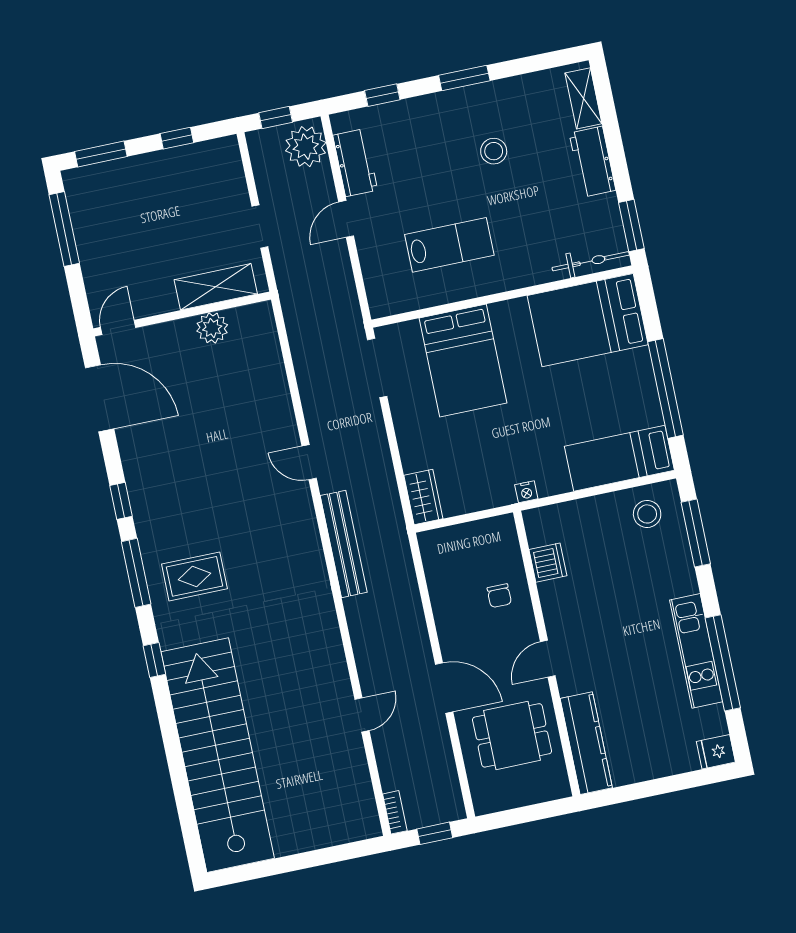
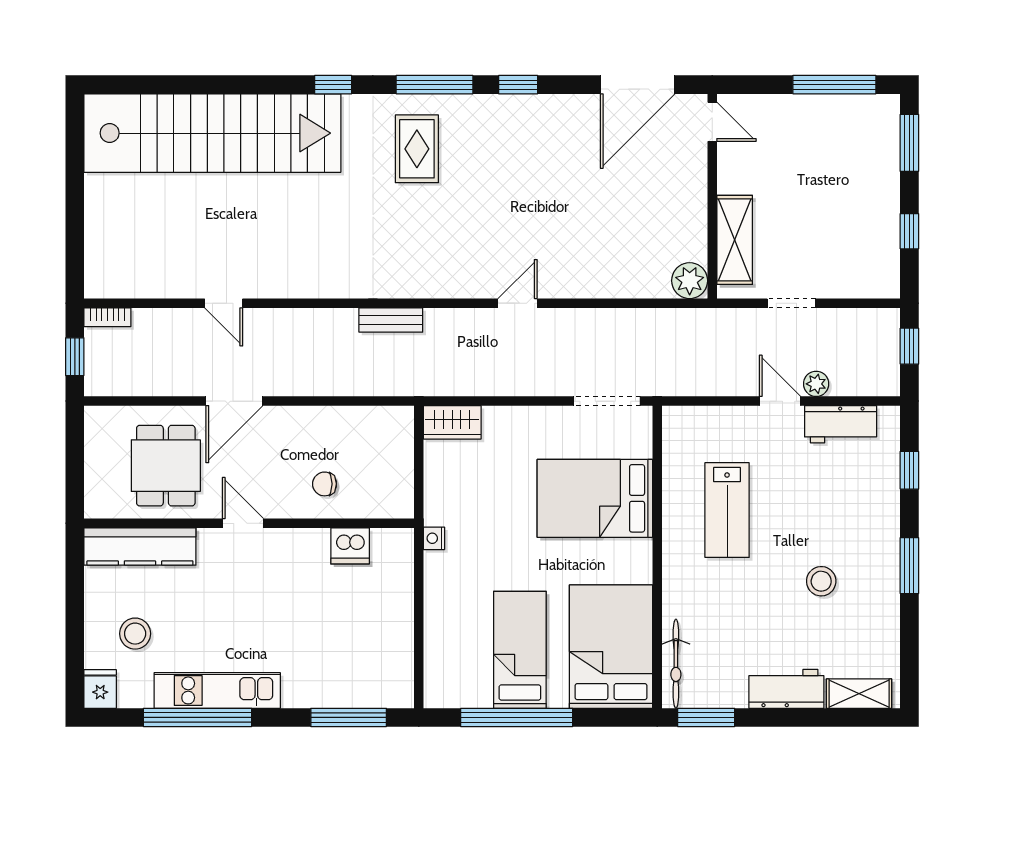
plant: (306, 147) -> (816, 384), moved, width x0.53, depth x0.53
plant: (212, 328) -> (690, 281), moved
bed: (619, 458) -> (520, 650), moved
stool: (647, 514) -> (135, 634), moved
bench: (344, 544) -> (391, 320), width x0.54, depth x0.82

